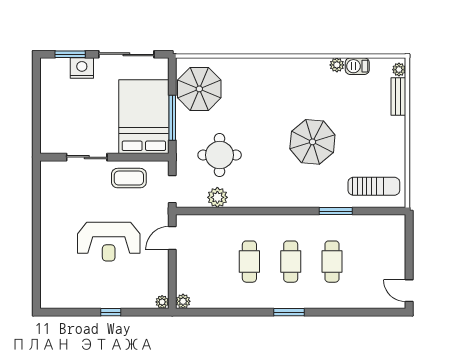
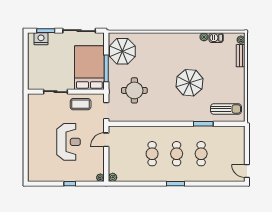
nightstand: (82, 68) -> (41, 39), moved
plant: (217, 197) -> (133, 116), removed
reception desk: (109, 242) -> (69, 142), turned -90

